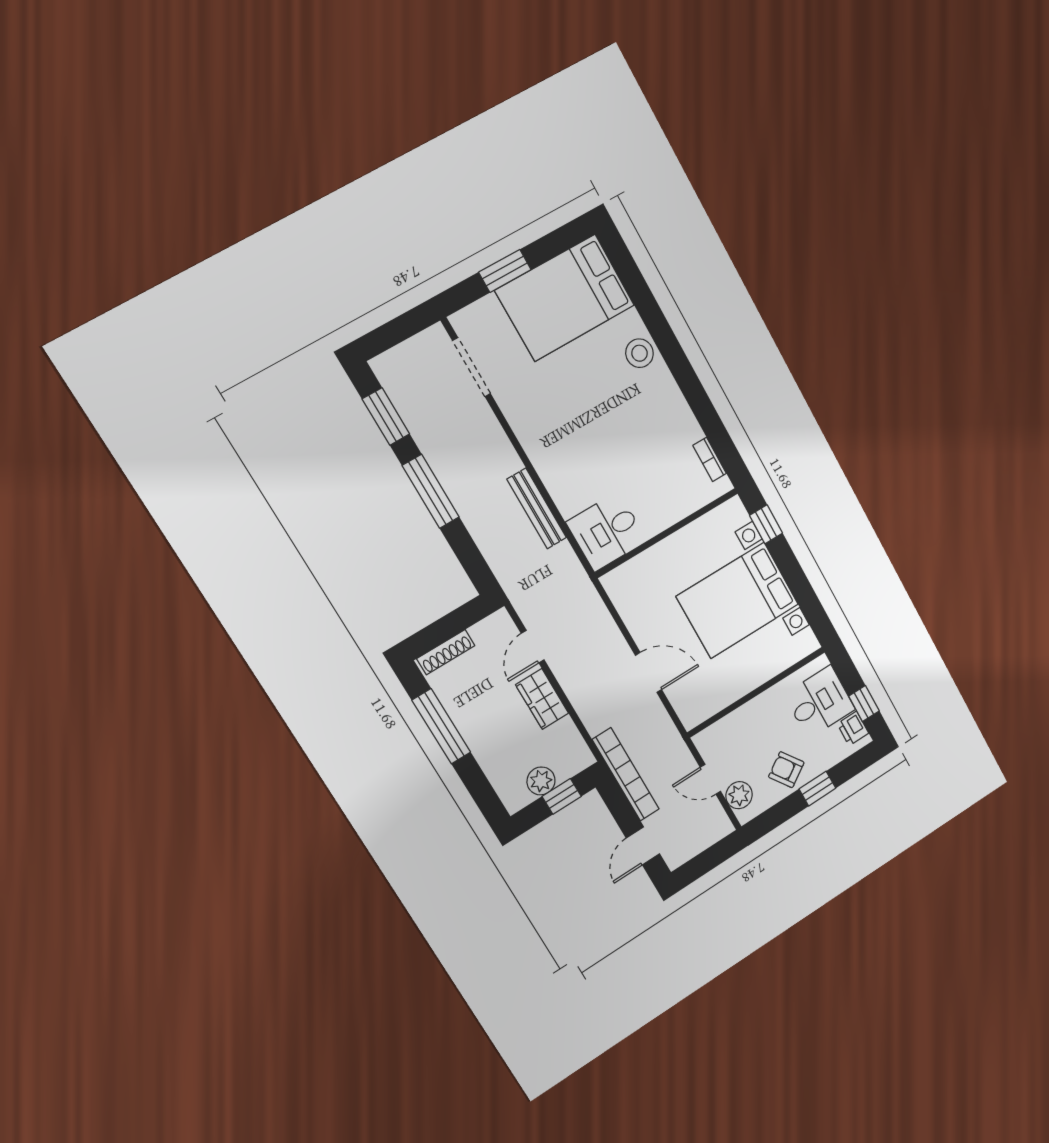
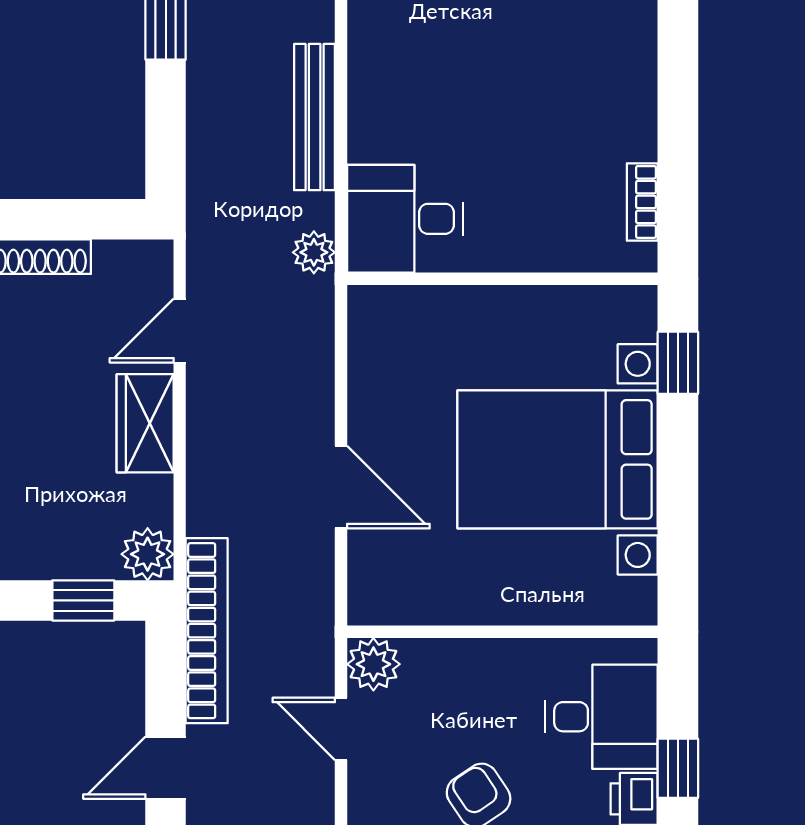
plant: (574, 572) -> (314, 252), added
plant: (541, 781) -> (148, 554), moved
plant: (739, 795) -> (373, 664), moved

